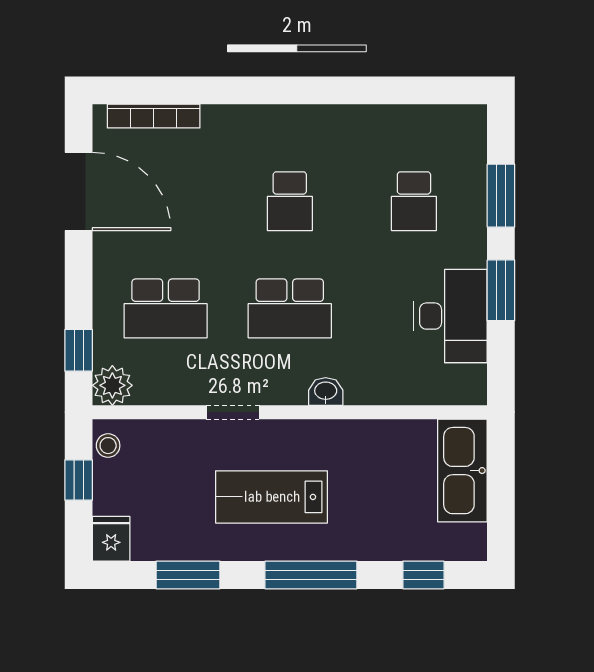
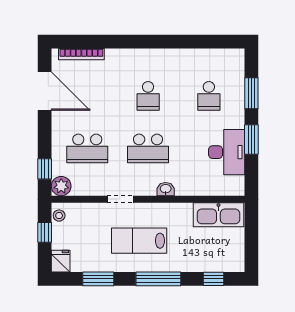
kitchen sink: (462, 471) -> (218, 215), moved, turned -90

